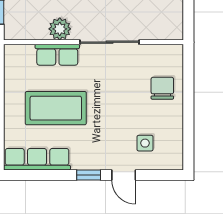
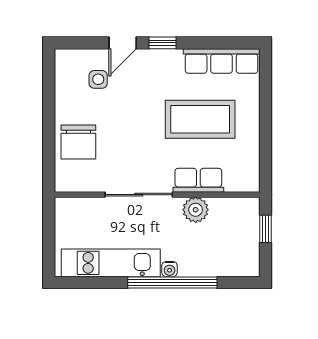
chair: (162, 88) -> (78, 142), width x1.37, depth x1.37
door: (124, 175) -> (123, 43), swing flipped

